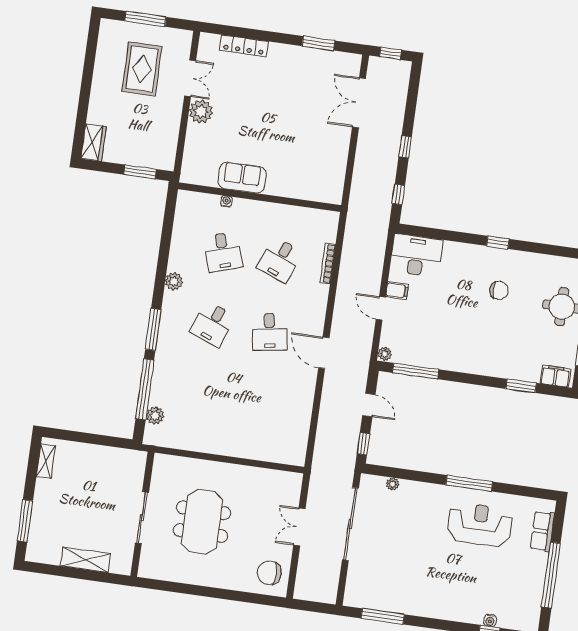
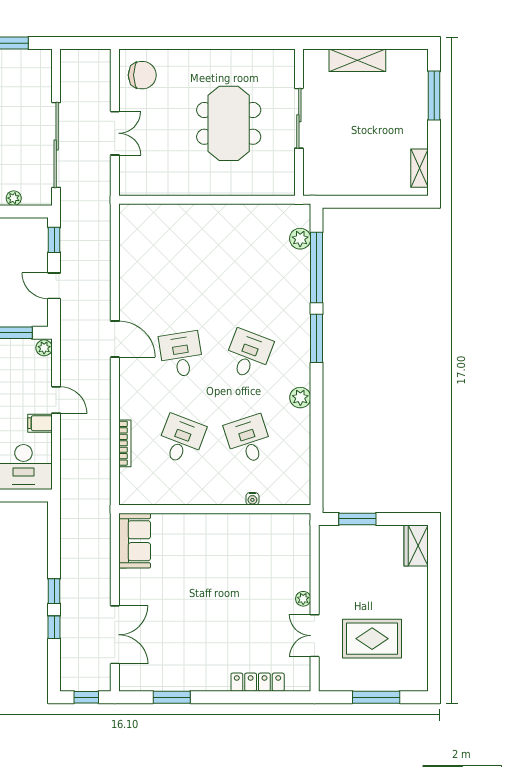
rug: (142, 69) -> (372, 639), turned 90
plant: (201, 112) -> (303, 599), width x0.53, depth x0.53
sofa: (242, 178) -> (135, 541), moved, turned -90
window: (398, 194) -> (54, 627), moved

